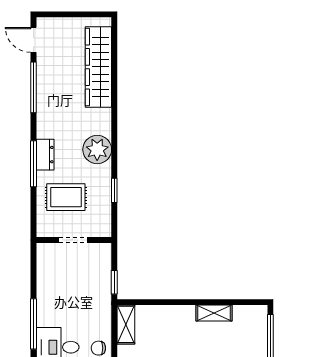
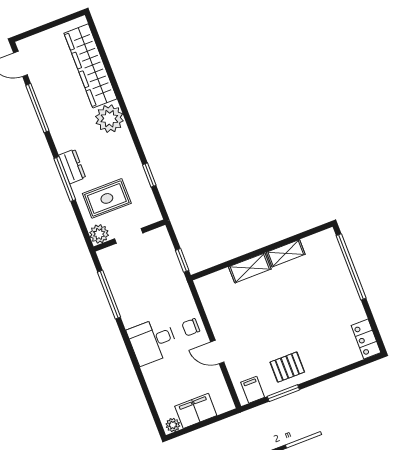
plant: (97, 150) -> (109, 119), moved
plant: (46, 228) -> (99, 234), added
window: (33, 324) -> (109, 295), moved
shelving: (126, 324) -> (250, 268), moved, turned 90

